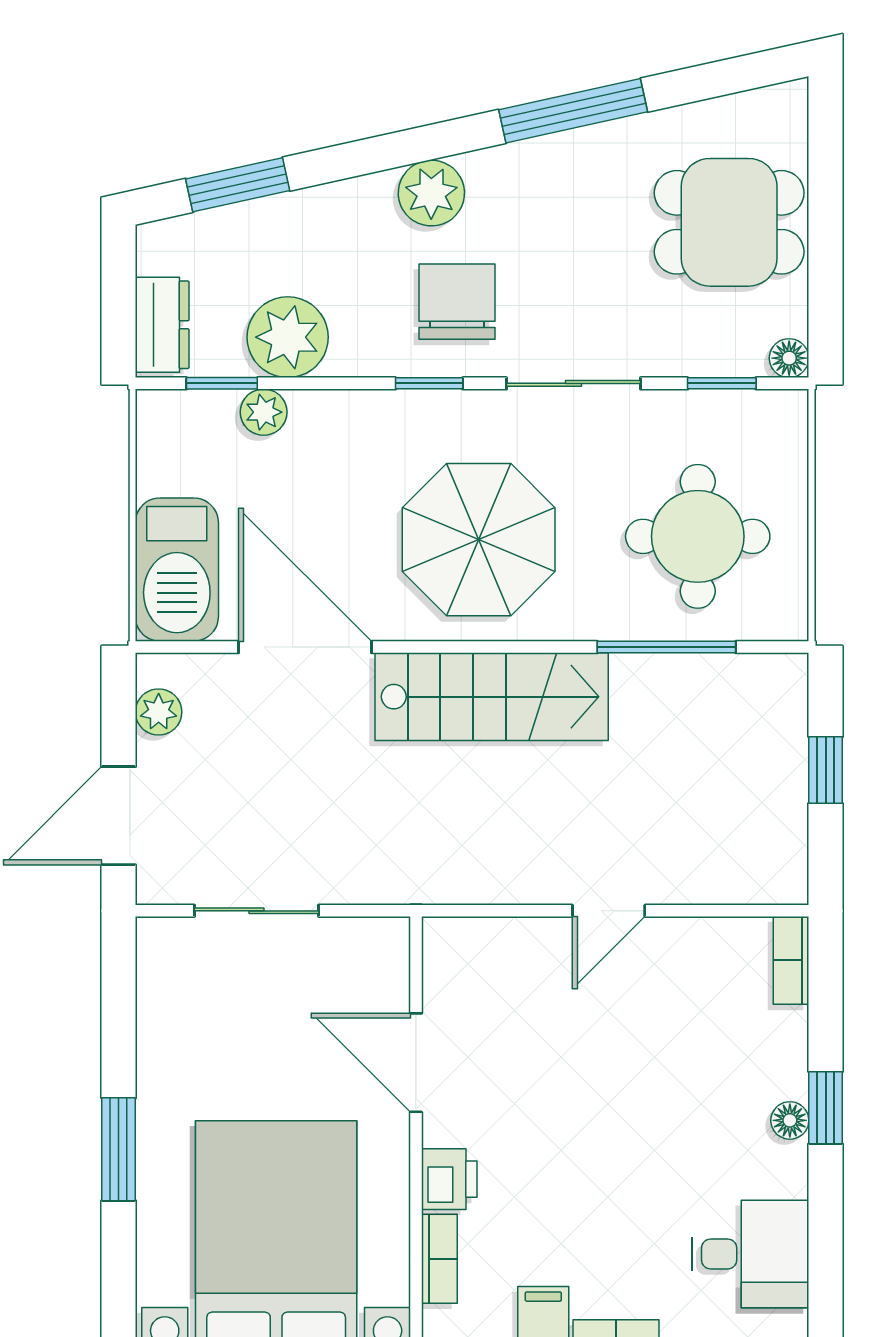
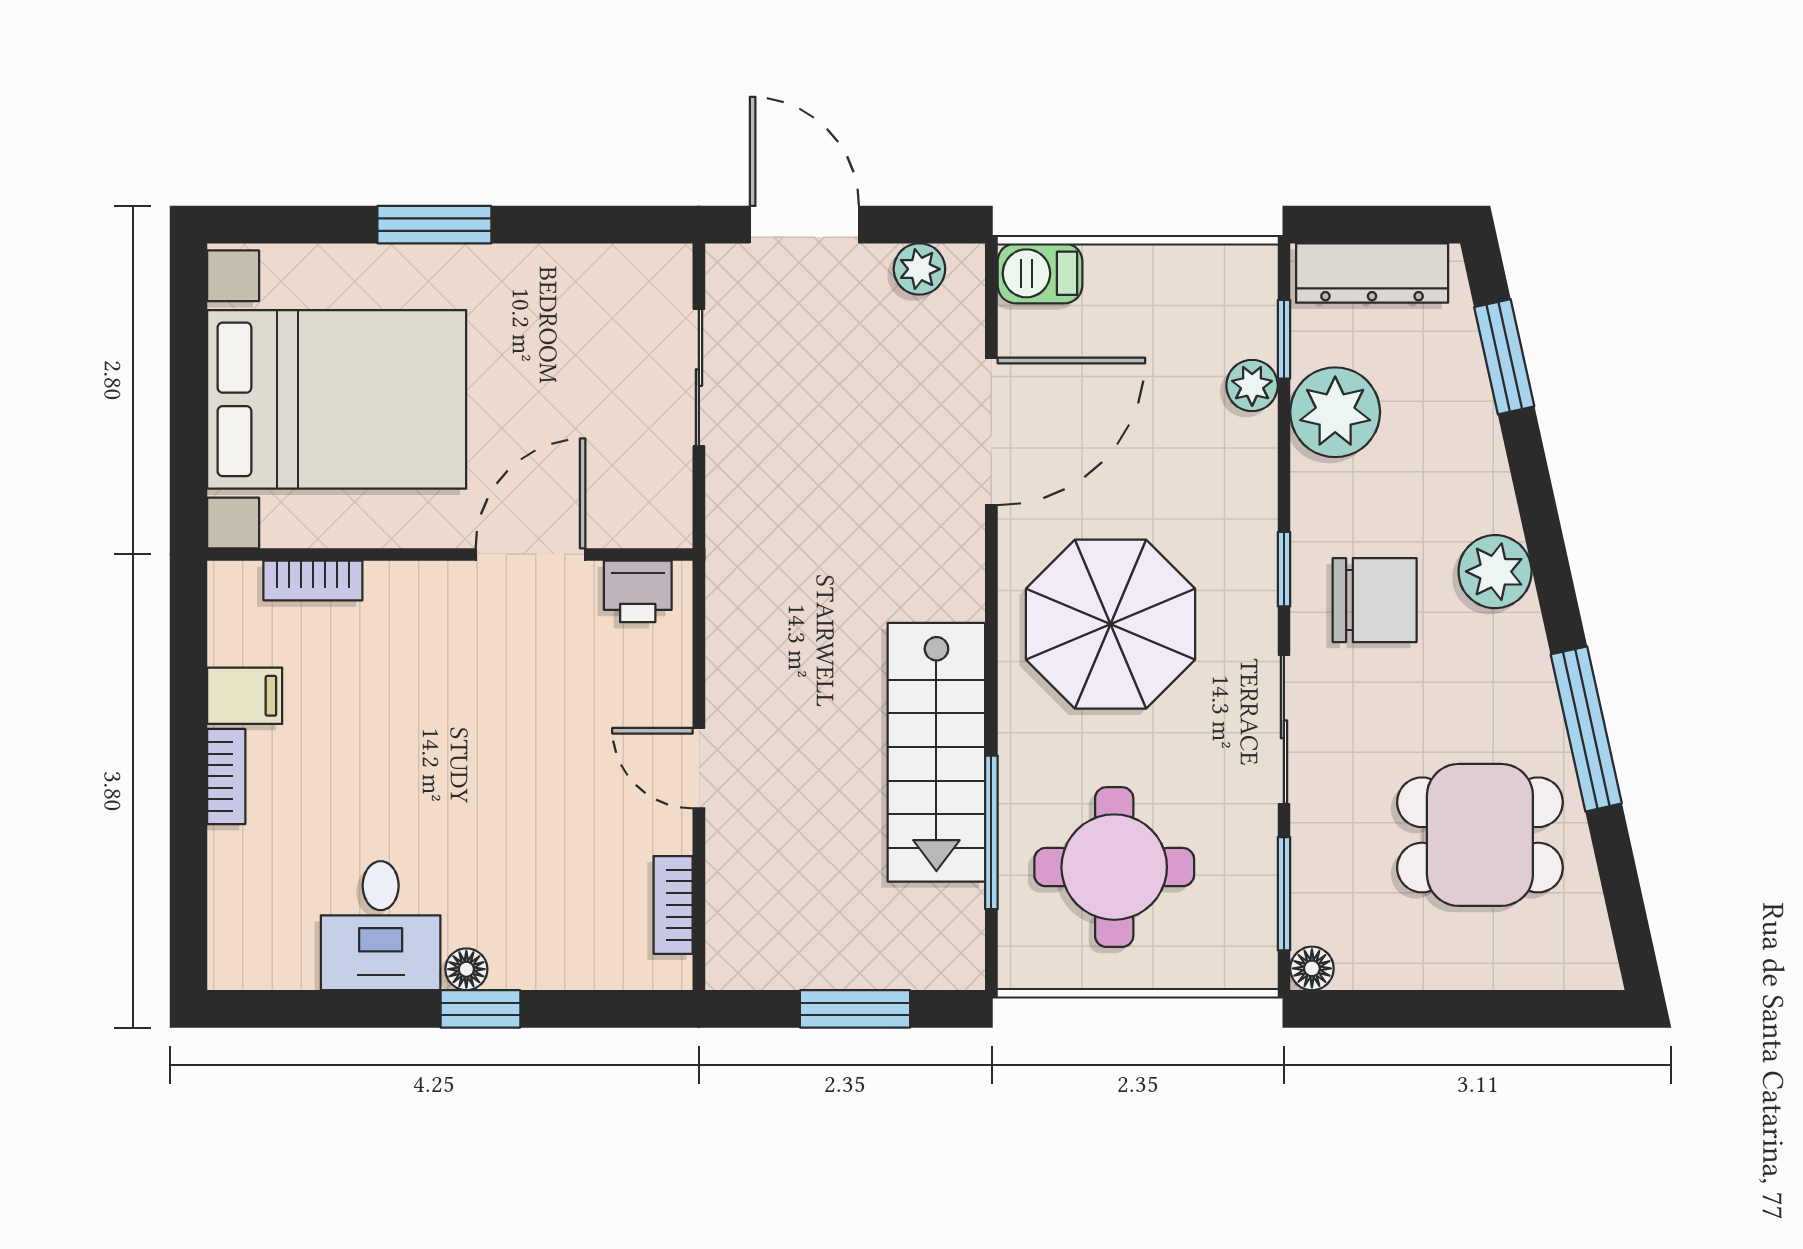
dining table: (729, 222) -> (1480, 835), moved, turned 90
dresser: (162, 325) -> (1372, 273), width x1.44
window: (722, 383) -> (1284, 894), width x1.50
barbecue: (177, 570) -> (1040, 273), width x0.53, depth x0.65
stairs: (492, 697) -> (936, 752), moved
window: (826, 770) -> (855, 1009), width x1.50
bookcase: (791, 960) -> (673, 905), moved, turned -90
printer: (449, 1179) -> (638, 591), moved
desk: (751, 1254) -> (381, 926), moved

